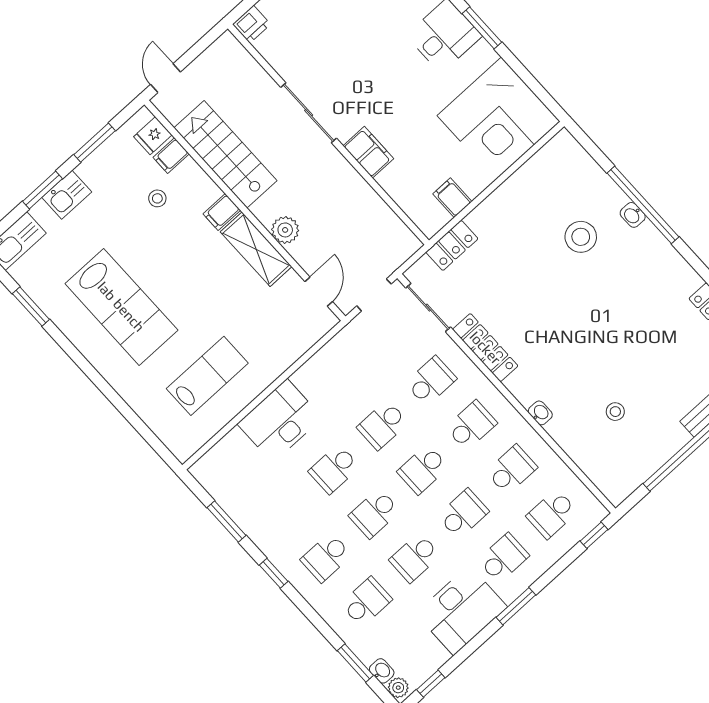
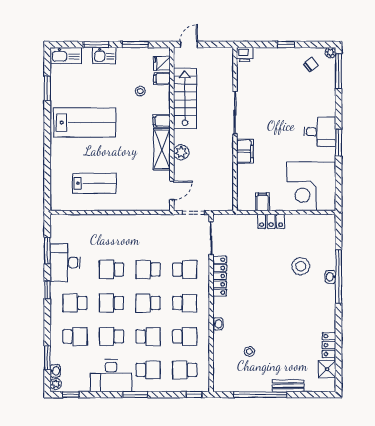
locker: (452, 245) -> (271, 221), moved
lab bench: (121, 307) -> (85, 123), turned -90
desk: (280, 421) -> (65, 263), moved, turned -90

